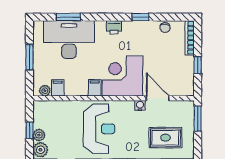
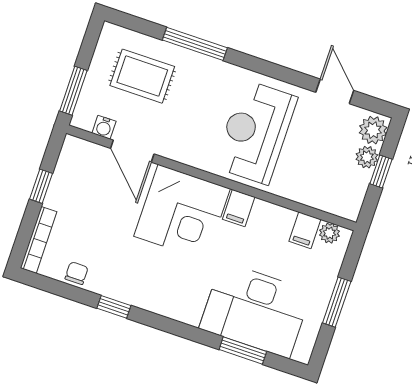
printer: (114, 27) -> (167, 304), removed
water cooler: (140, 105) -> (104, 127), moved

